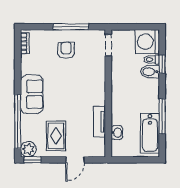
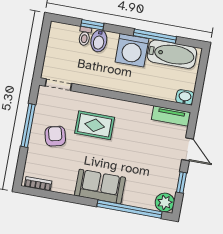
washing machine: (147, 42) -> (132, 50), moved
armchair: (66, 50) -> (55, 136), turned 76
tv unit: (100, 122) -> (171, 116), moved
washbasin: (117, 133) -> (185, 97), moved
rug: (56, 136) -> (95, 125), moved
window: (32, 160) -> (181, 183), moved

